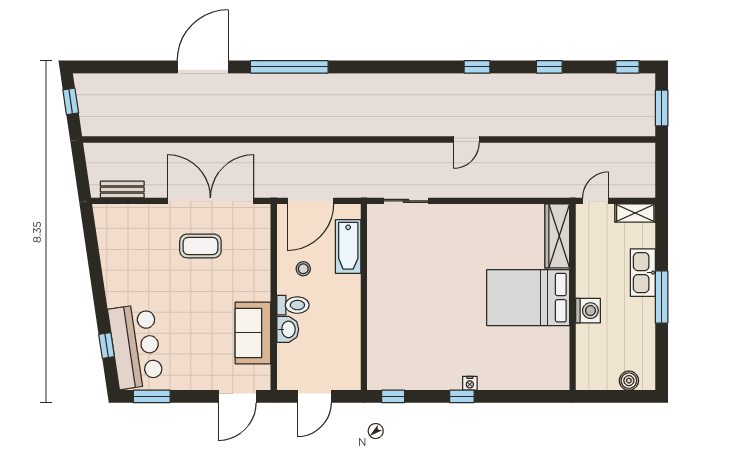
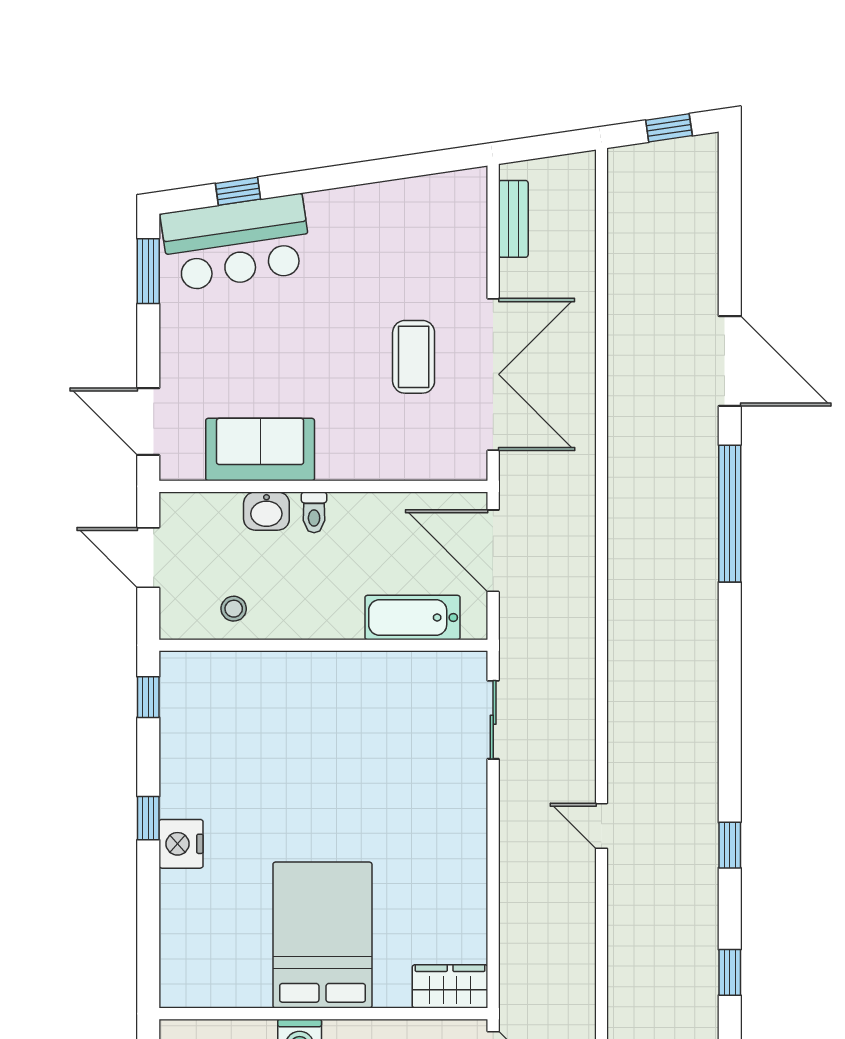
wardrobe: (557, 236) -> (450, 986), width x0.67
stool: (303, 269) -> (234, 609), moved
toilet: (293, 305) -> (314, 512), width x0.73, depth x0.72
nightstand: (470, 383) -> (181, 844), width x1.89, depth x1.79

